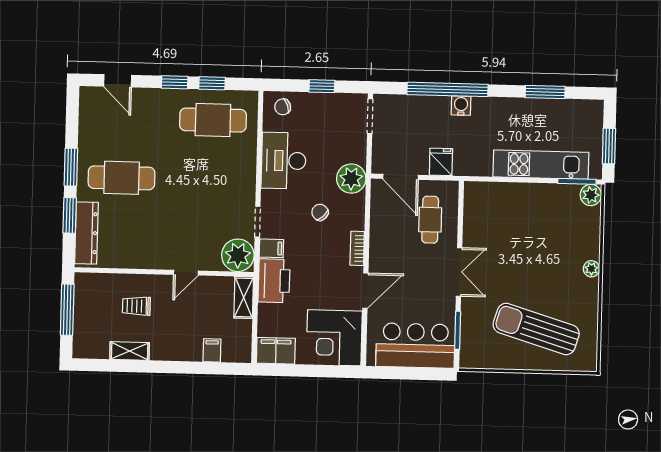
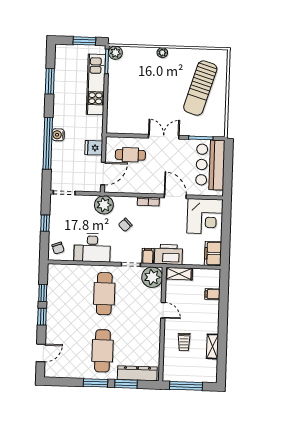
cafe table: (213, 120) -> (104, 294), moved

